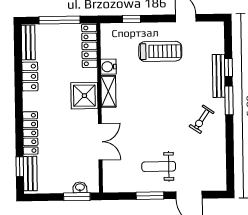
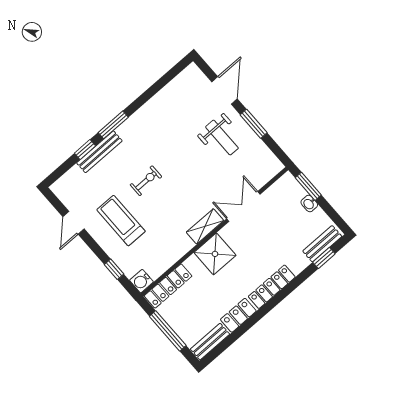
water cooler: (108, 67) -> (141, 281), moved, turned 90
shelving: (108, 91) -> (205, 226), moved
exercise bike: (202, 119) -> (146, 181), moved, turned -34
locker: (30, 133) -> (272, 287), moved
washbasin: (80, 187) -> (309, 204), moved

